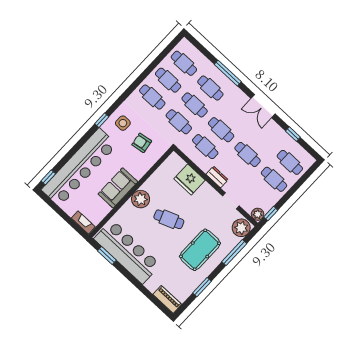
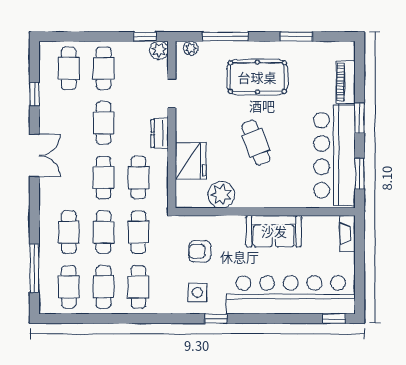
window: (228, 73) -> (34, 268), moved
armchair: (142, 143) -> (200, 251), turned 99
plant: (141, 199) -> (221, 195), moved
plant: (241, 228) -> (191, 48), width x0.53, depth x0.53
window: (134, 281) -> (360, 118), added
piano: (167, 299) -> (346, 82), moved

